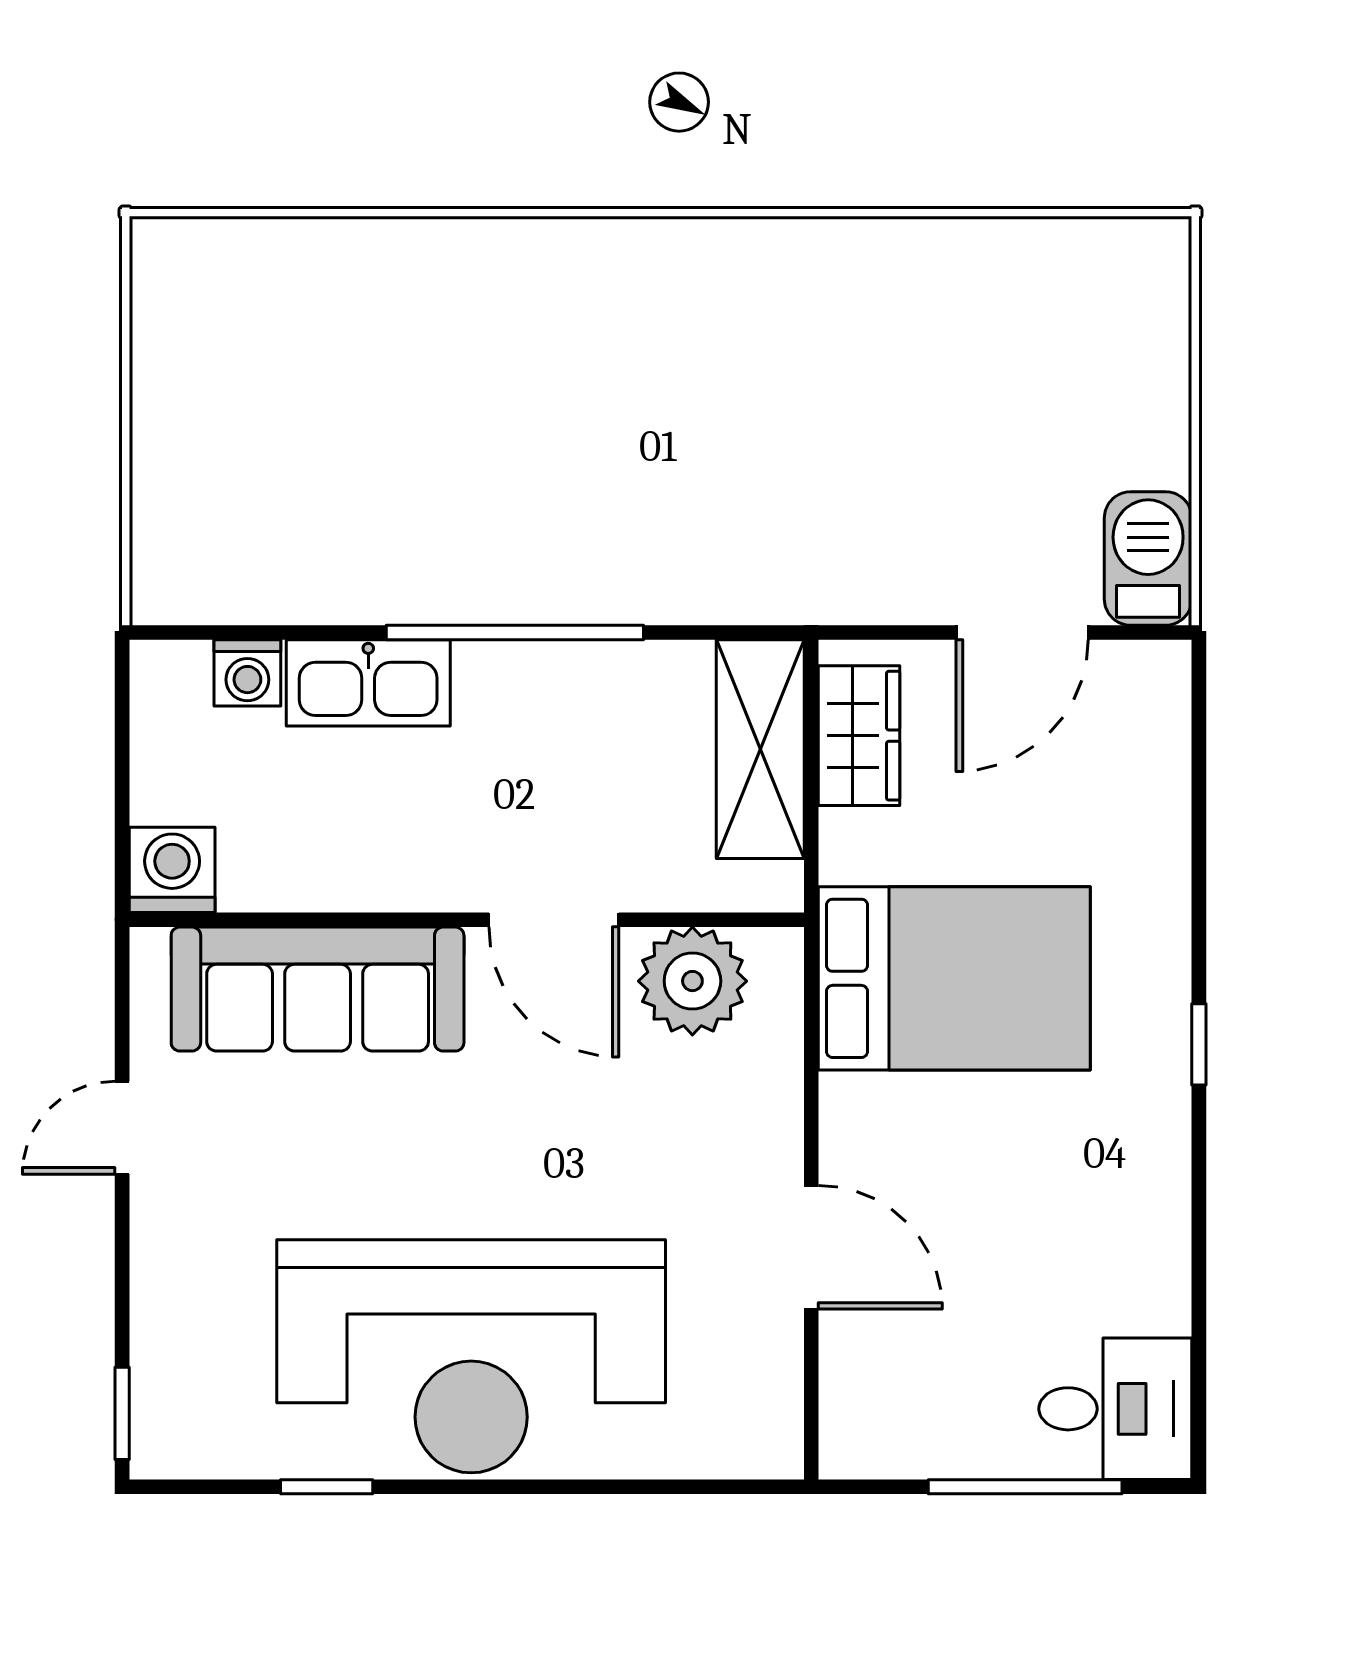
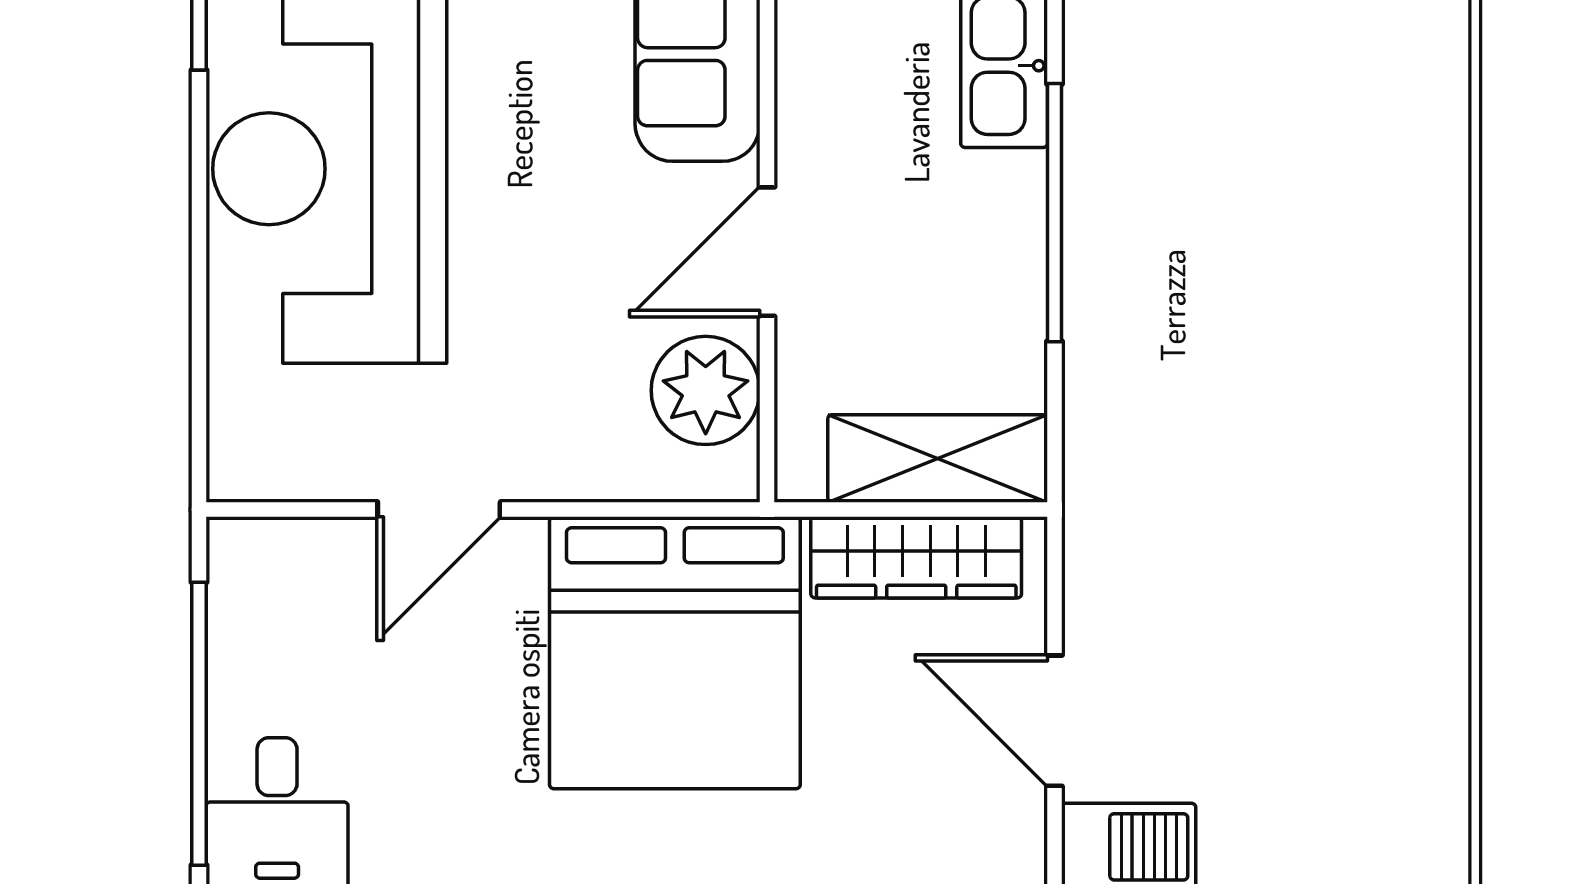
wardrobe: (859, 736) -> (916, 557), width x1.50
bed: (954, 978) -> (675, 653), width x1.36
window: (1025, 1487) -> (199, 724), width x1.46

